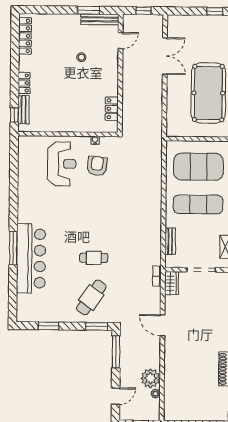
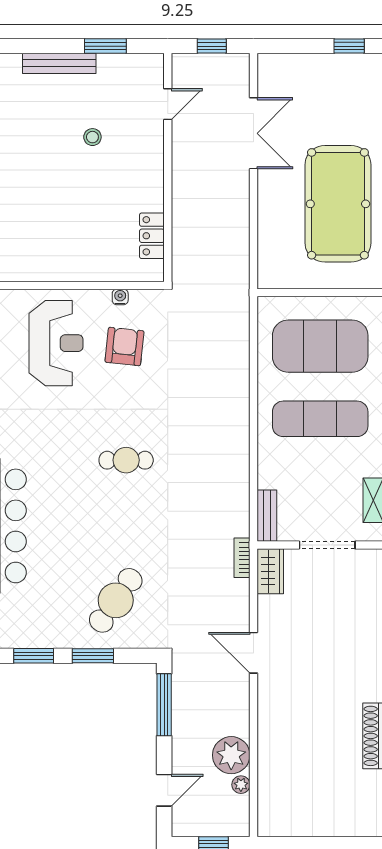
bench: (100, 19) -> (59, 63), moved
bench: (170, 241) -> (267, 516), moved
cafe table: (94, 258) -> (126, 460), moved
window: (97, 326) -> (93, 656), moved

